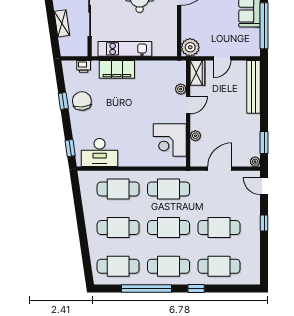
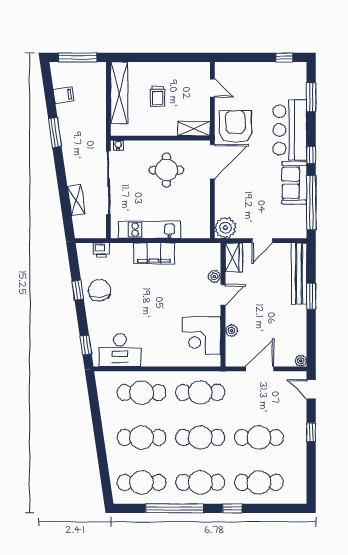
filing cabinet: (117, 69) -> (154, 253), moved
window: (264, 142) -> (311, 296), moved

